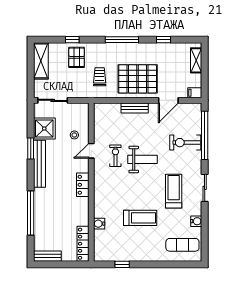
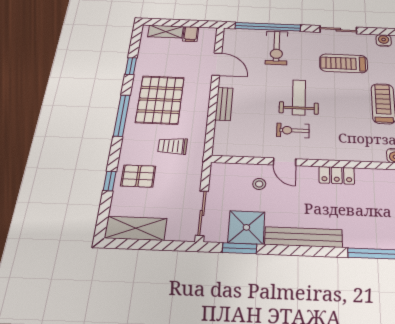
pallet: (138, 79) -> (160, 100), moved
filing cabinet: (195, 93) -> (191, 34), moved
window: (31, 148) -> (240, 248), moved

